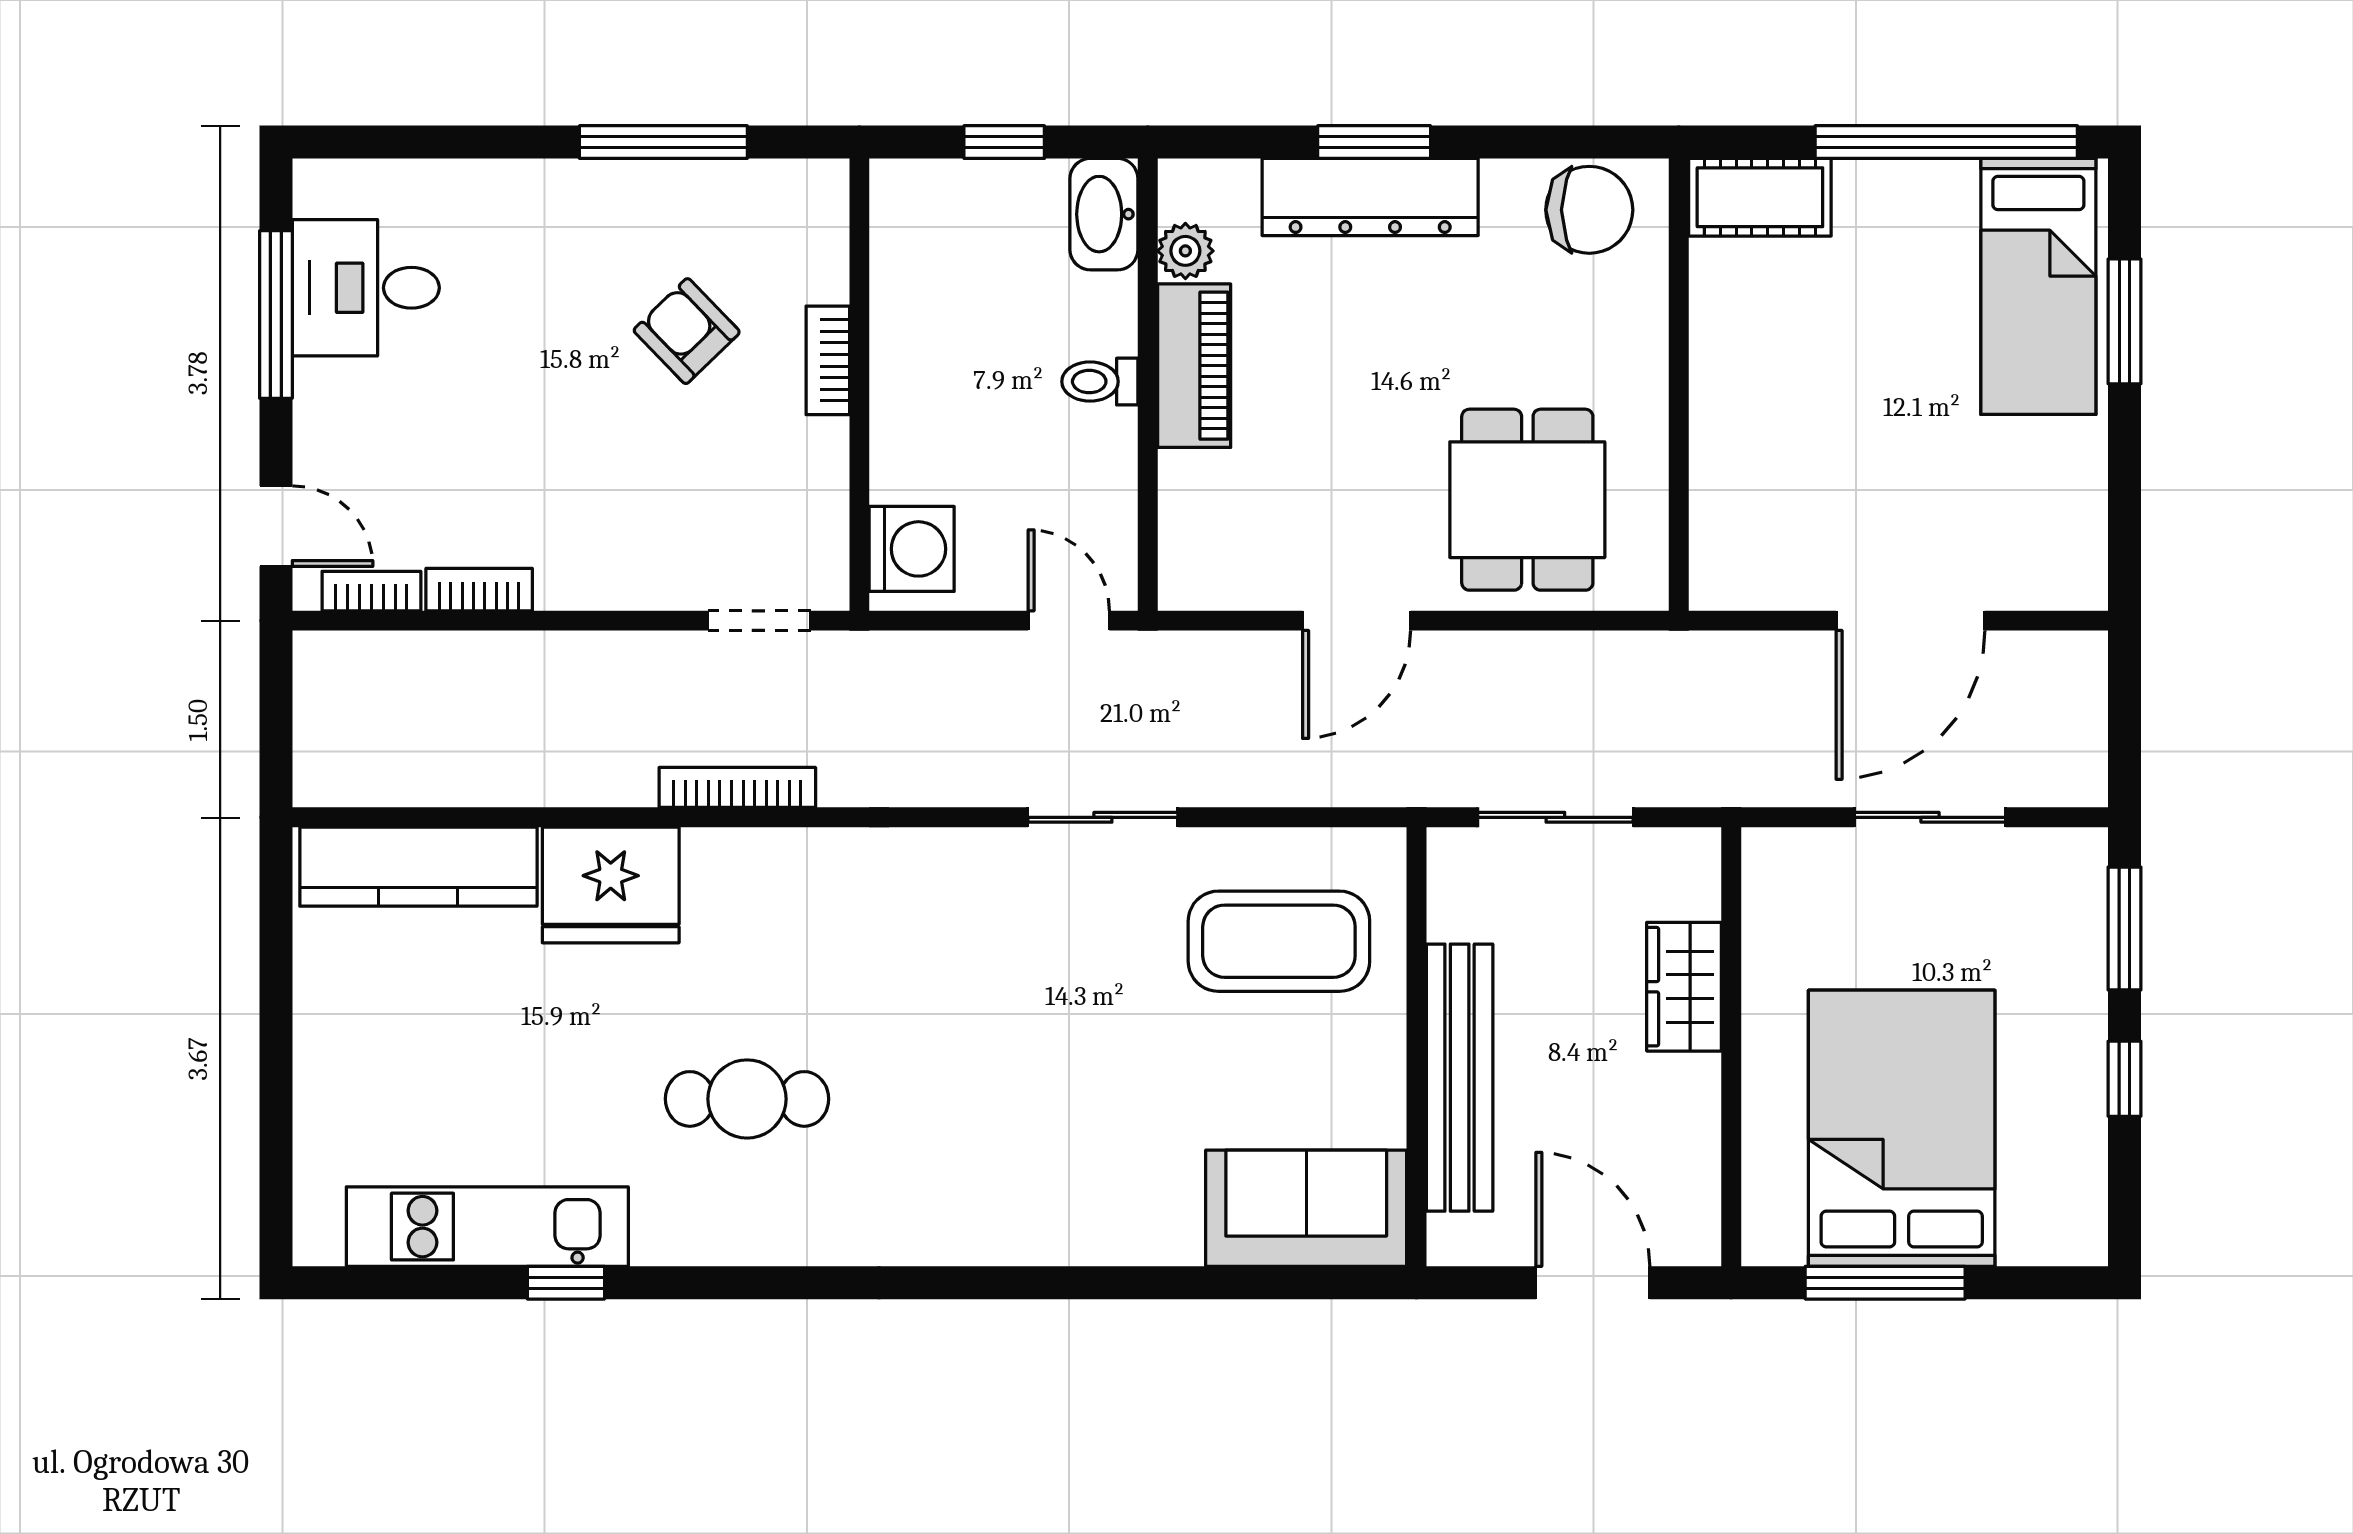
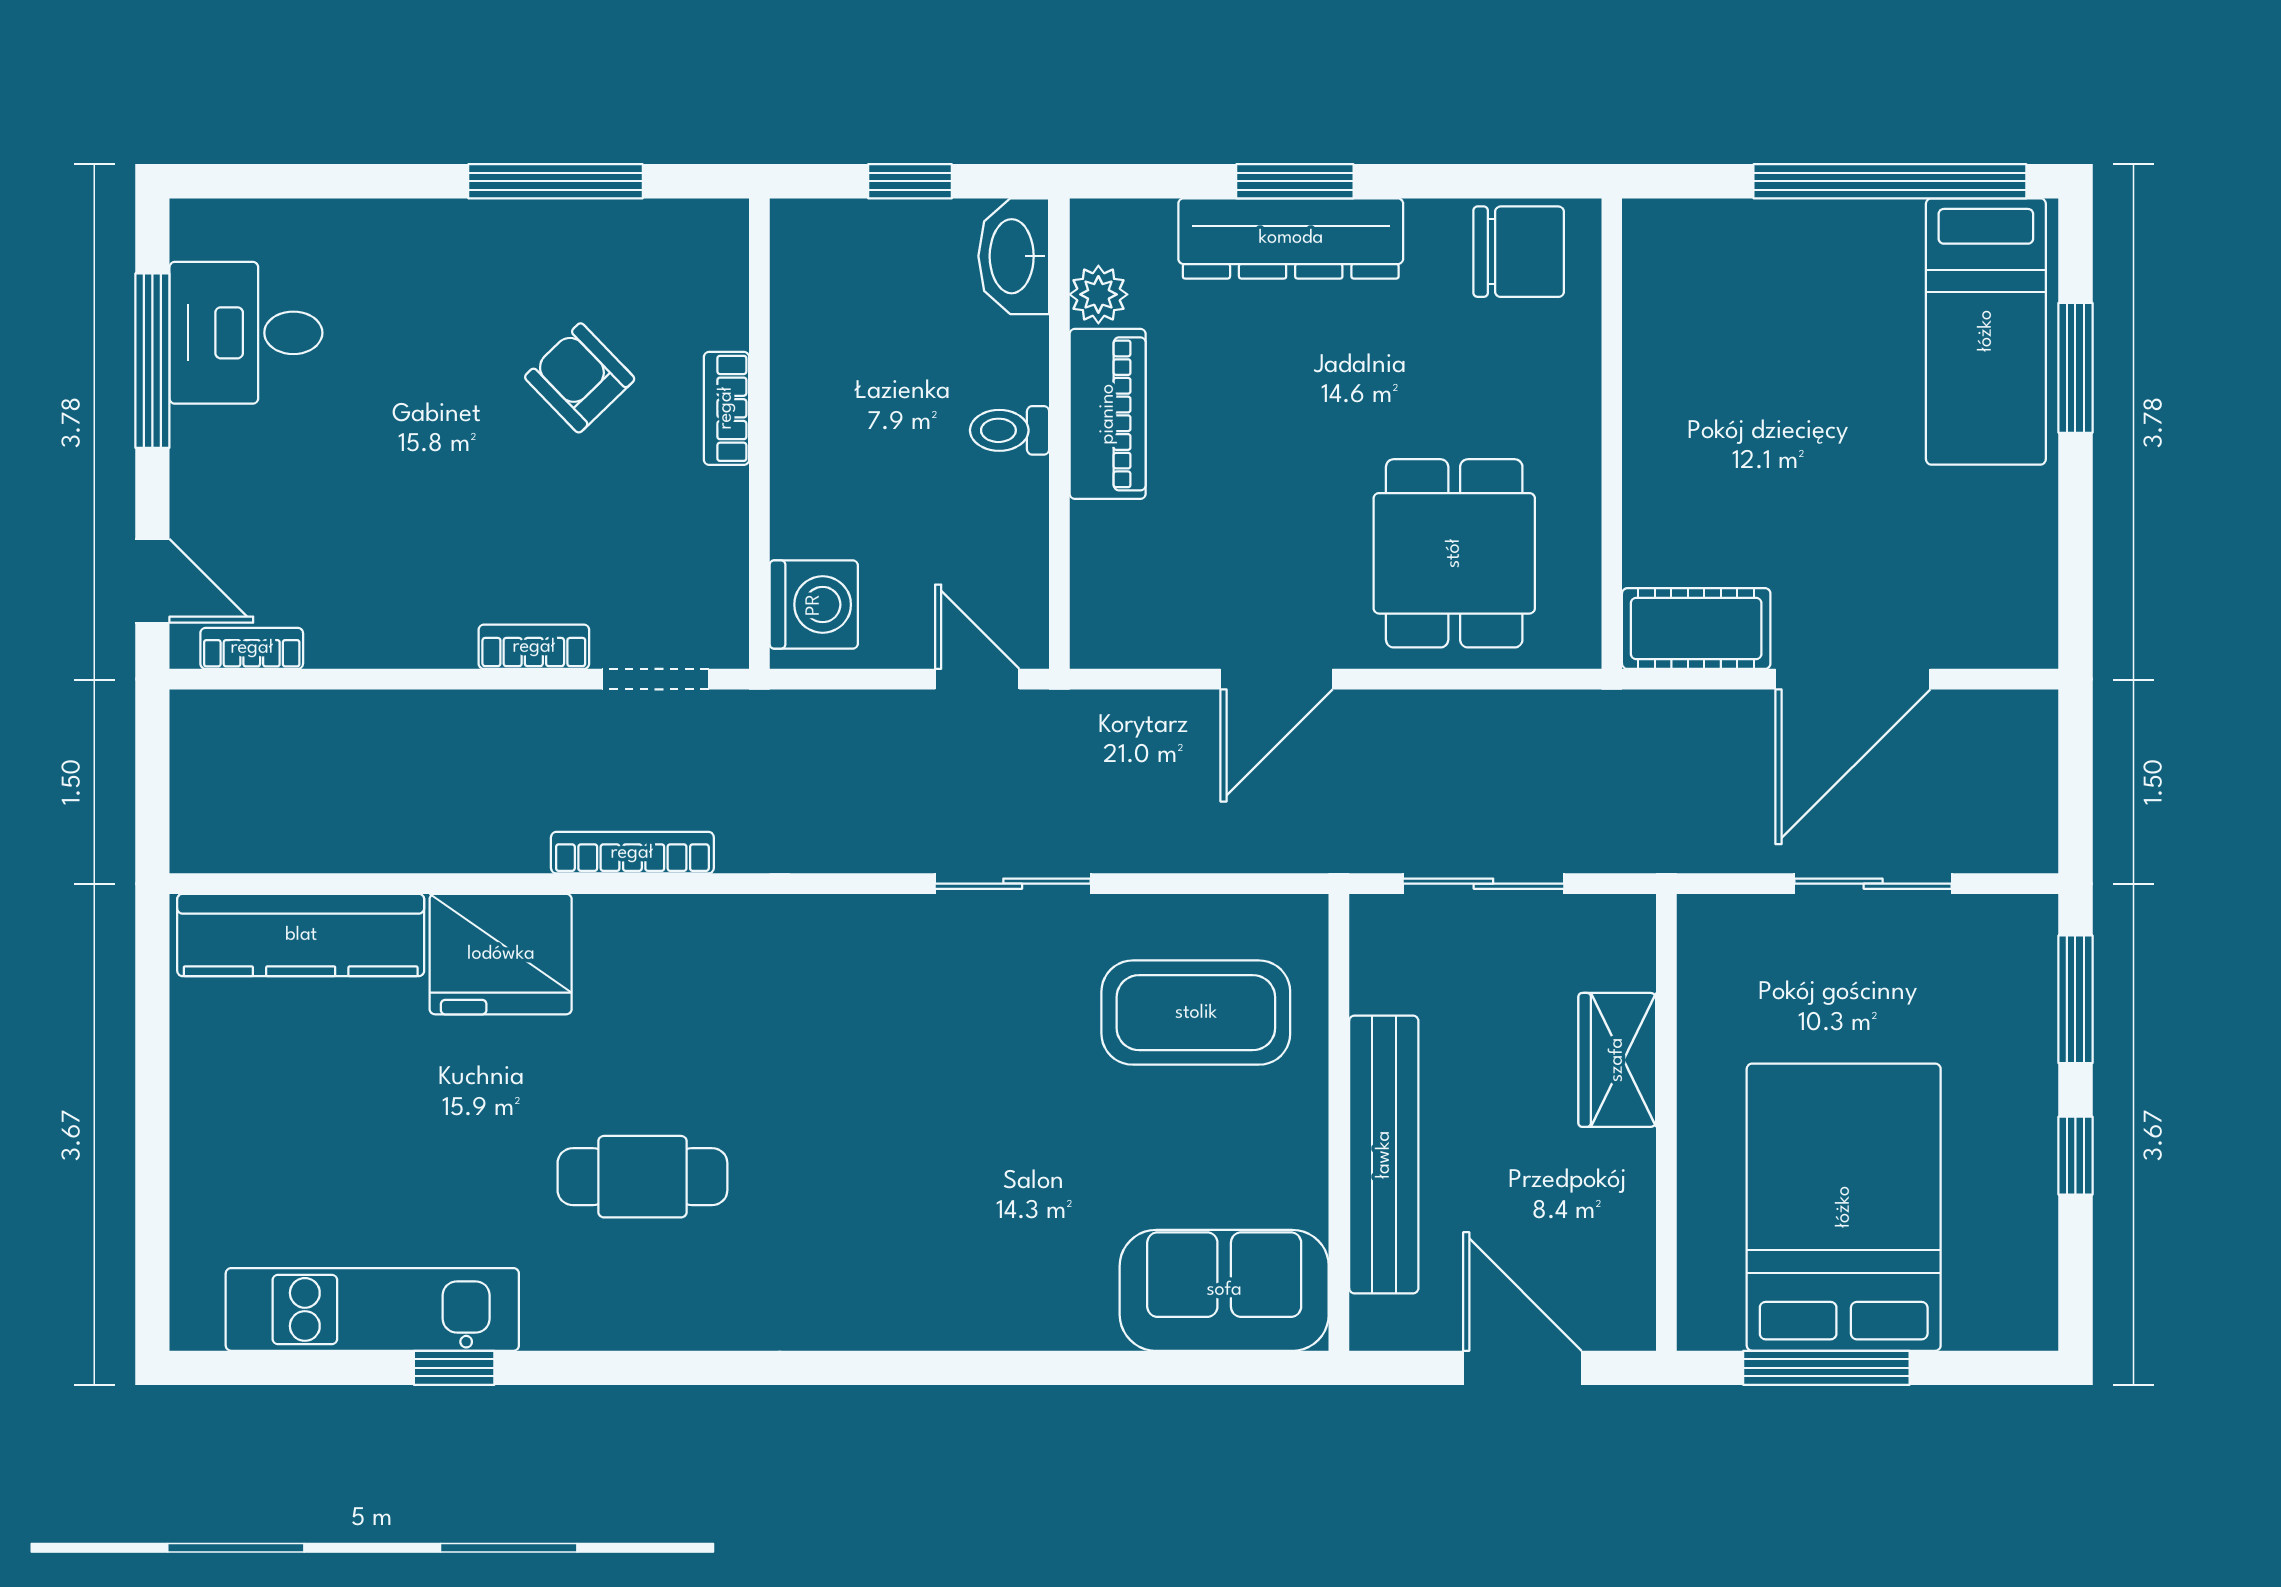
cot: (1760, 197) -> (1696, 629), moved
bookcase: (479, 590) -> (534, 647), moved

